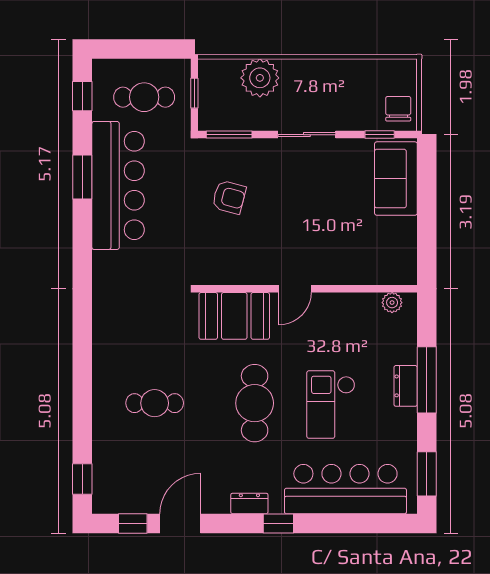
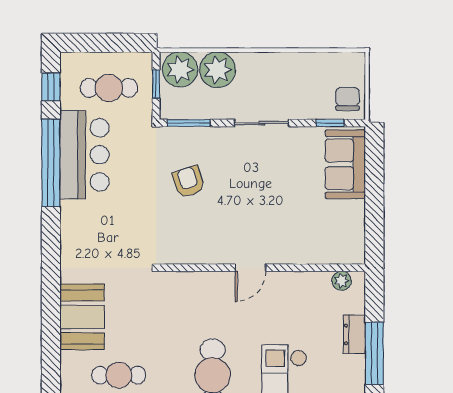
plant: (220, 78) -> (180, 69), added
window: (82, 177) -> (51, 163), width x2.11
bar counter: (118, 185) -> (84, 155), width x0.73
armchair: (229, 197) -> (189, 182), turned -124
booth: (234, 316) -> (82, 317), moved, turned 90
dresser: (406, 386) -> (354, 334), moved

